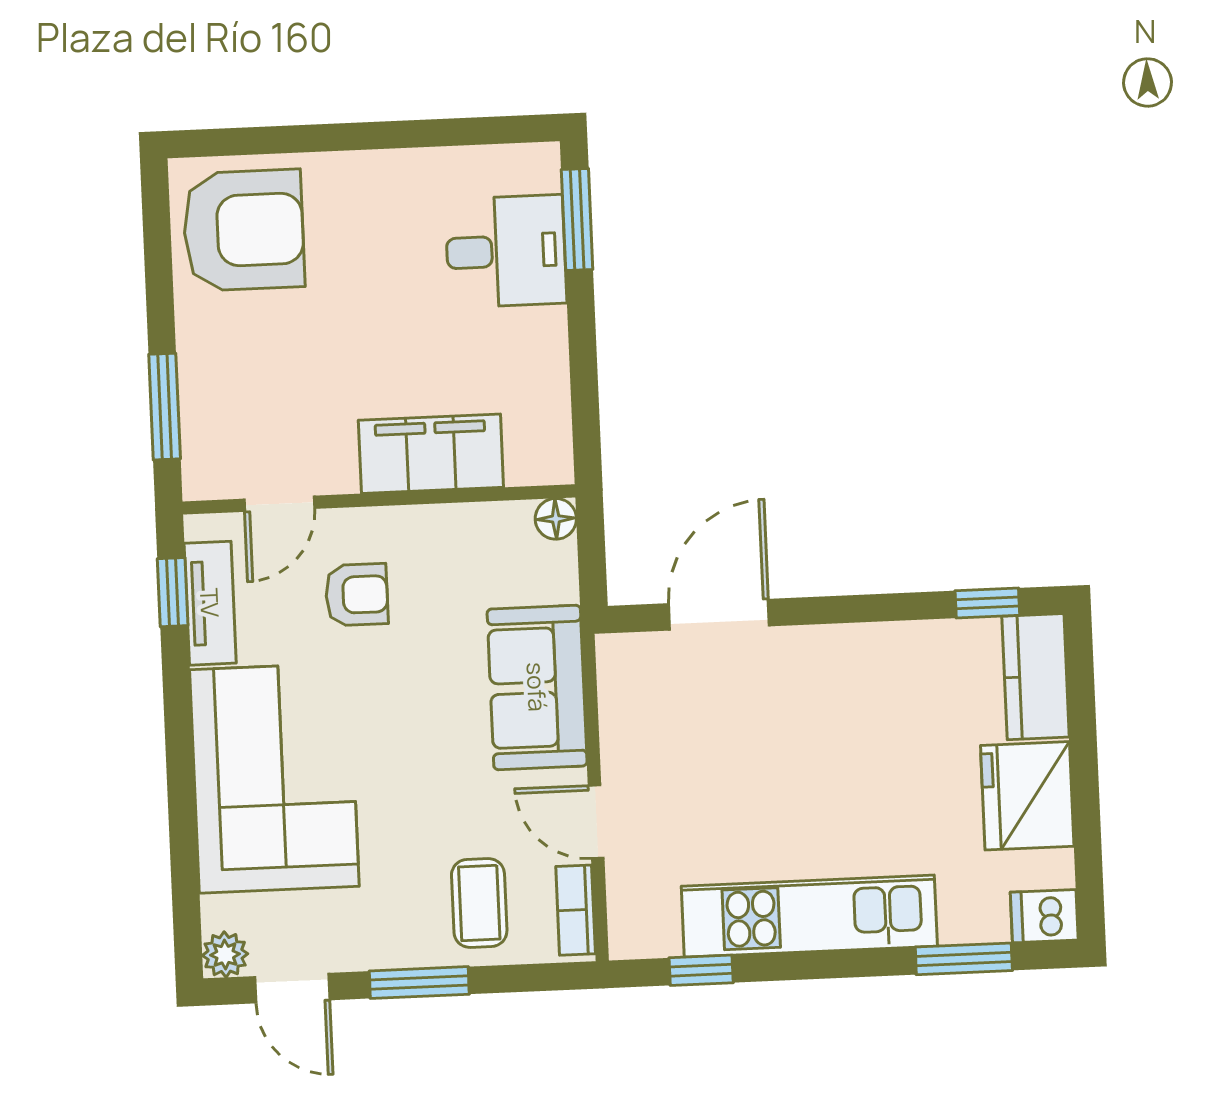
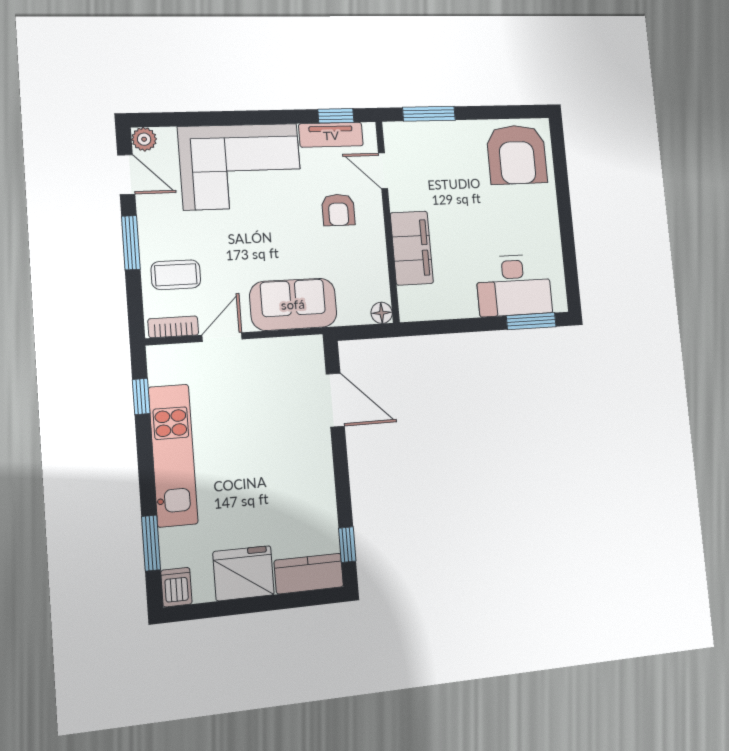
desk: (506, 251) -> (514, 285), width x1.37
door: (292, 988) -> (126, 175), swing flipped

